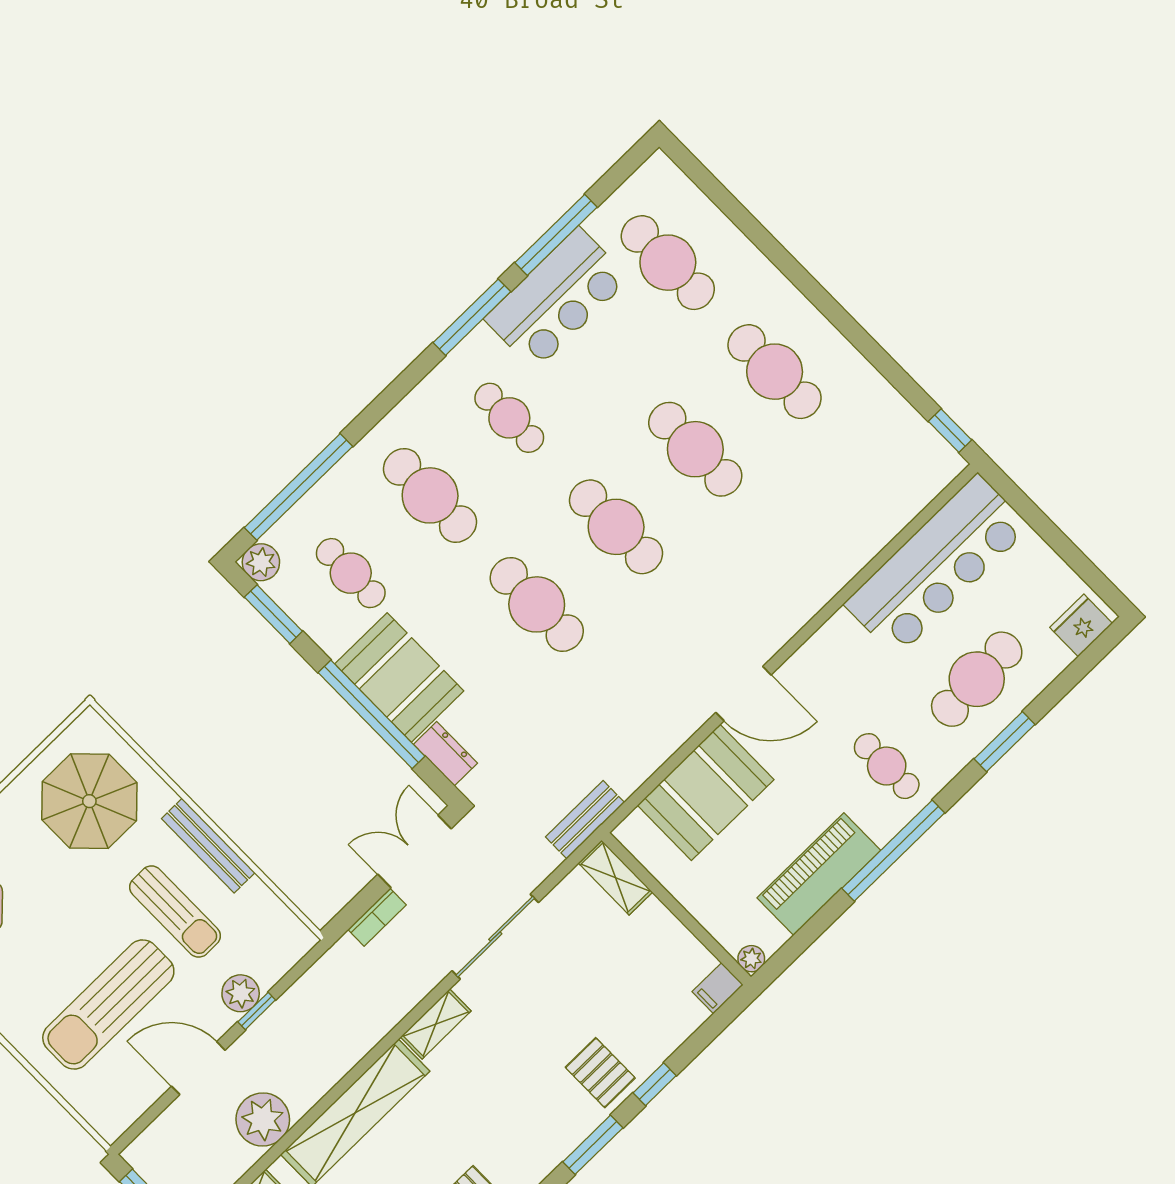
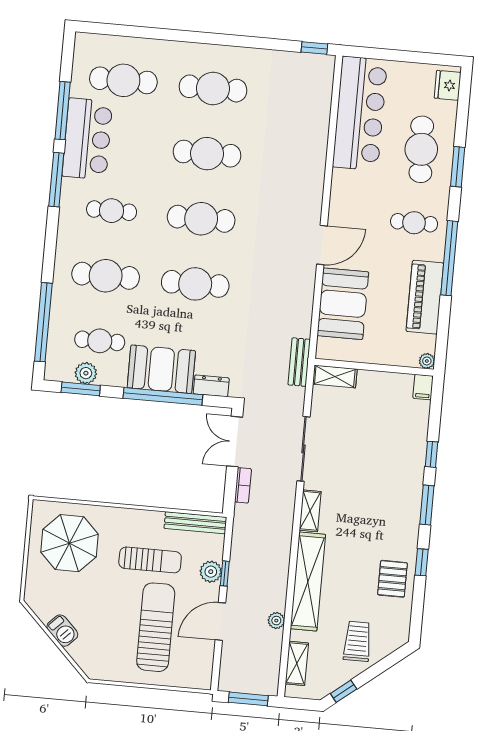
plant: (261, 562) -> (86, 373), moved
bench: (208, 846) -> (195, 523), moved
sun lounger: (108, 1004) -> (156, 627), turned 180
pallet: (600, 1073) -> (403, 470), removed
plant: (263, 1120) -> (276, 621), width x0.53, depth x0.53

